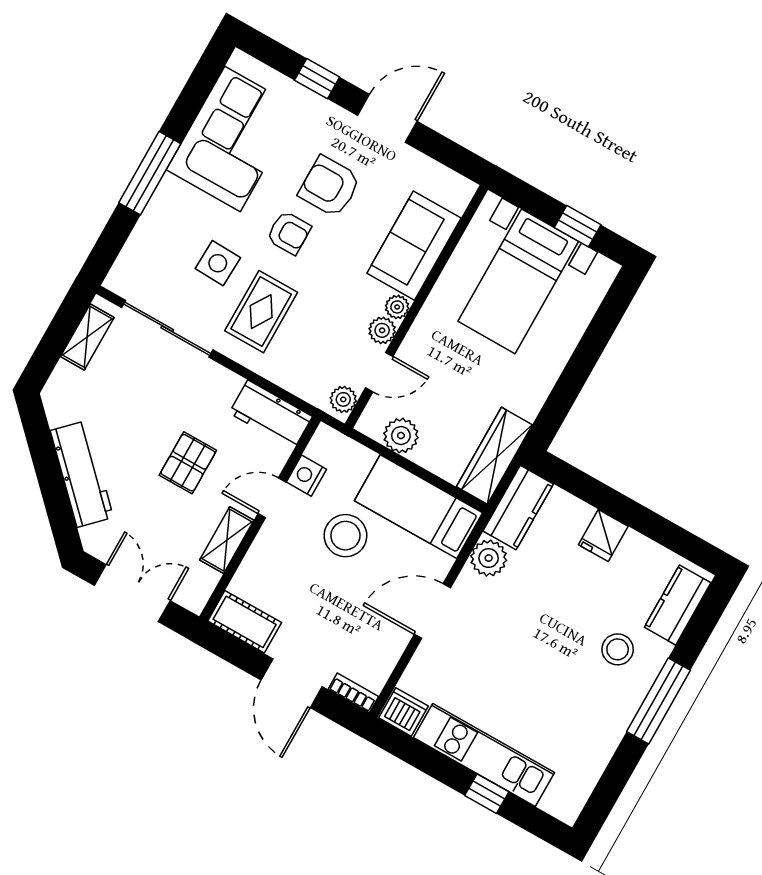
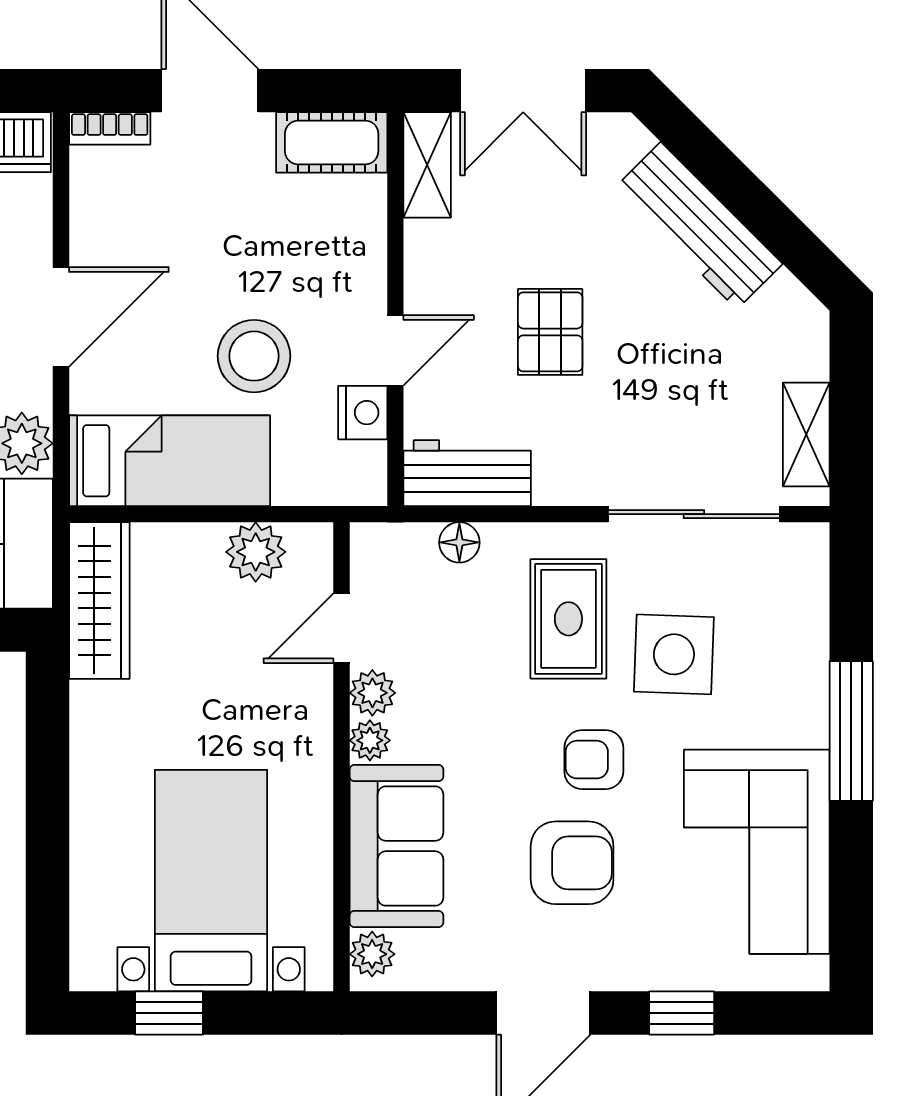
side table: (218, 263) -> (674, 654), width x1.37, depth x1.37
floor lamp: (295, 382) -> (459, 542), added
plant: (343, 399) -> (372, 954), moved
shelving: (227, 540) -> (427, 165), moved

